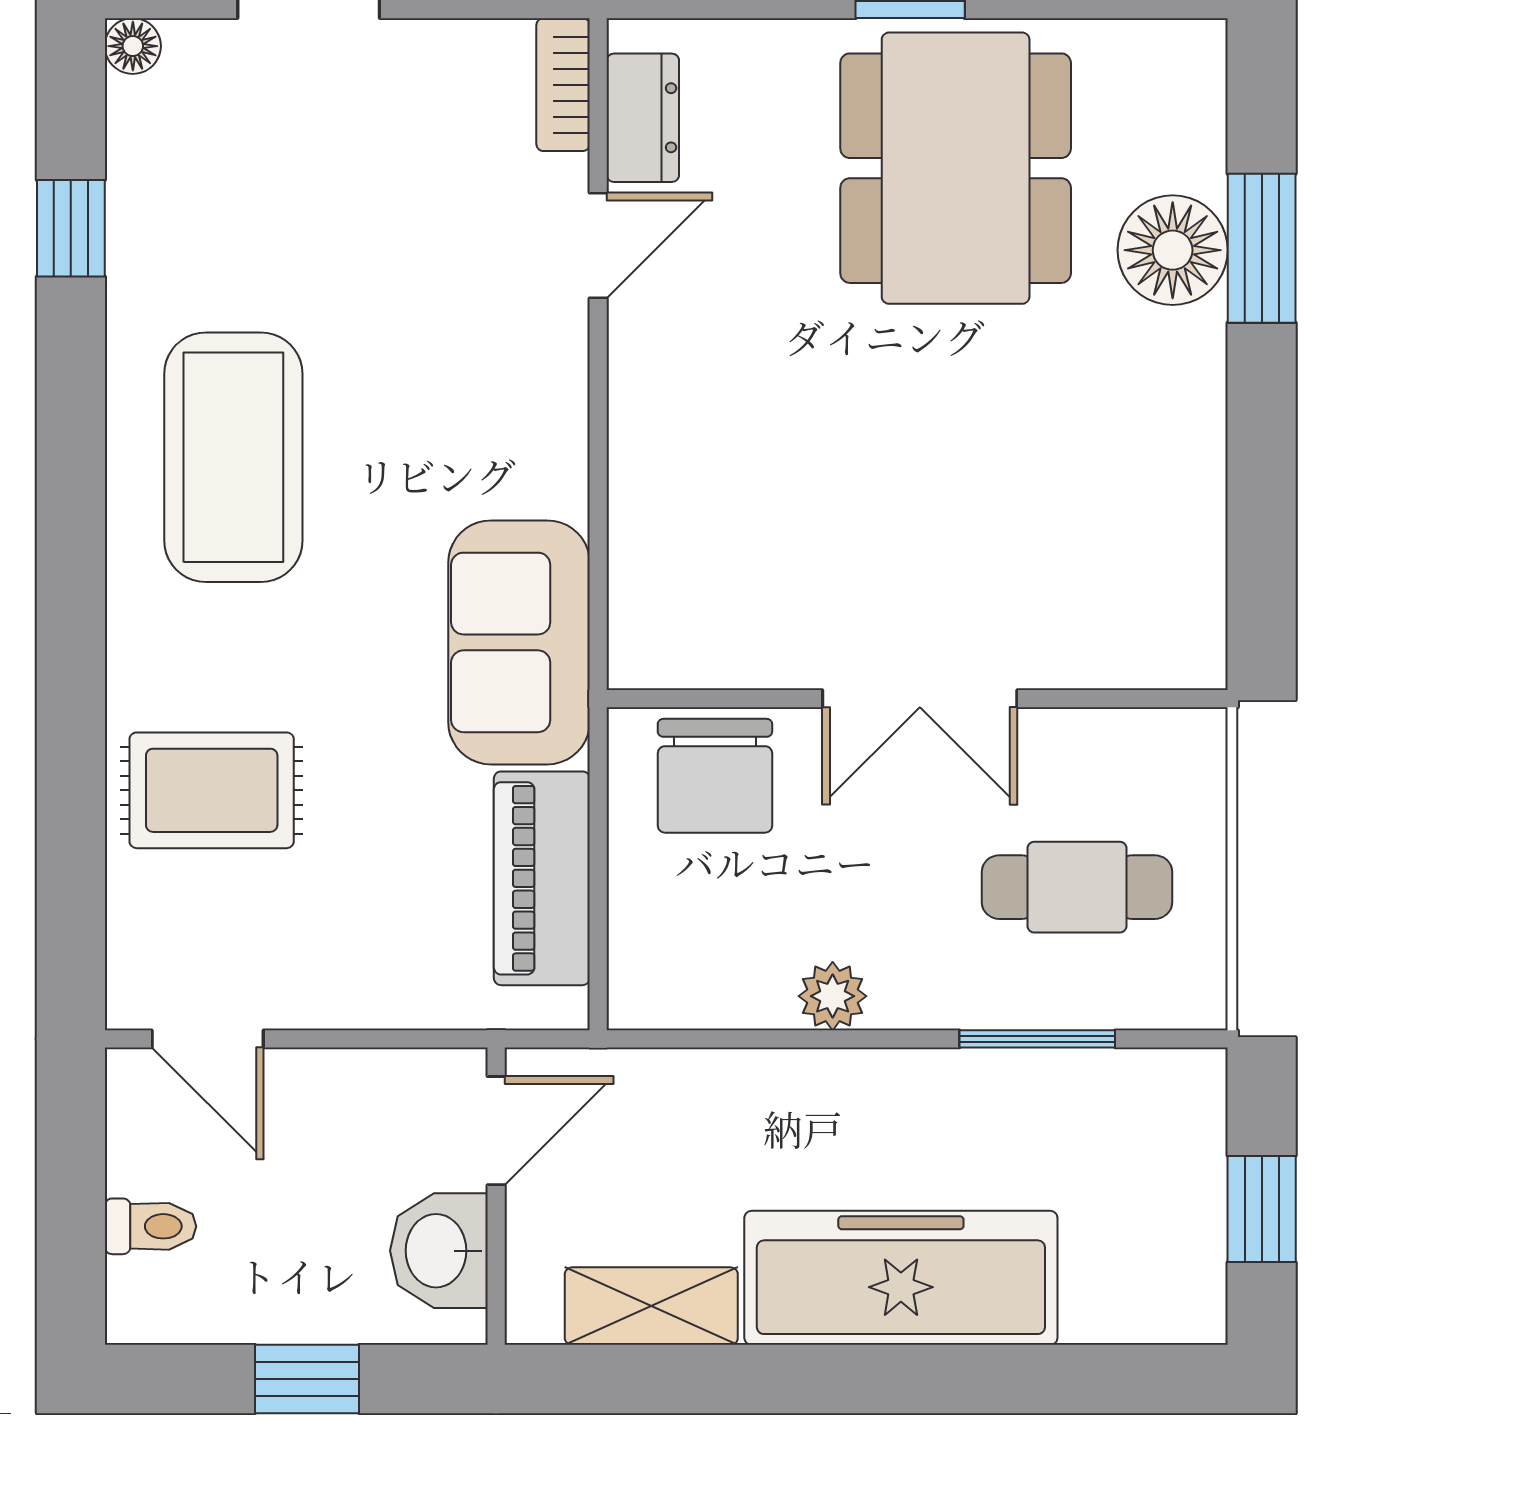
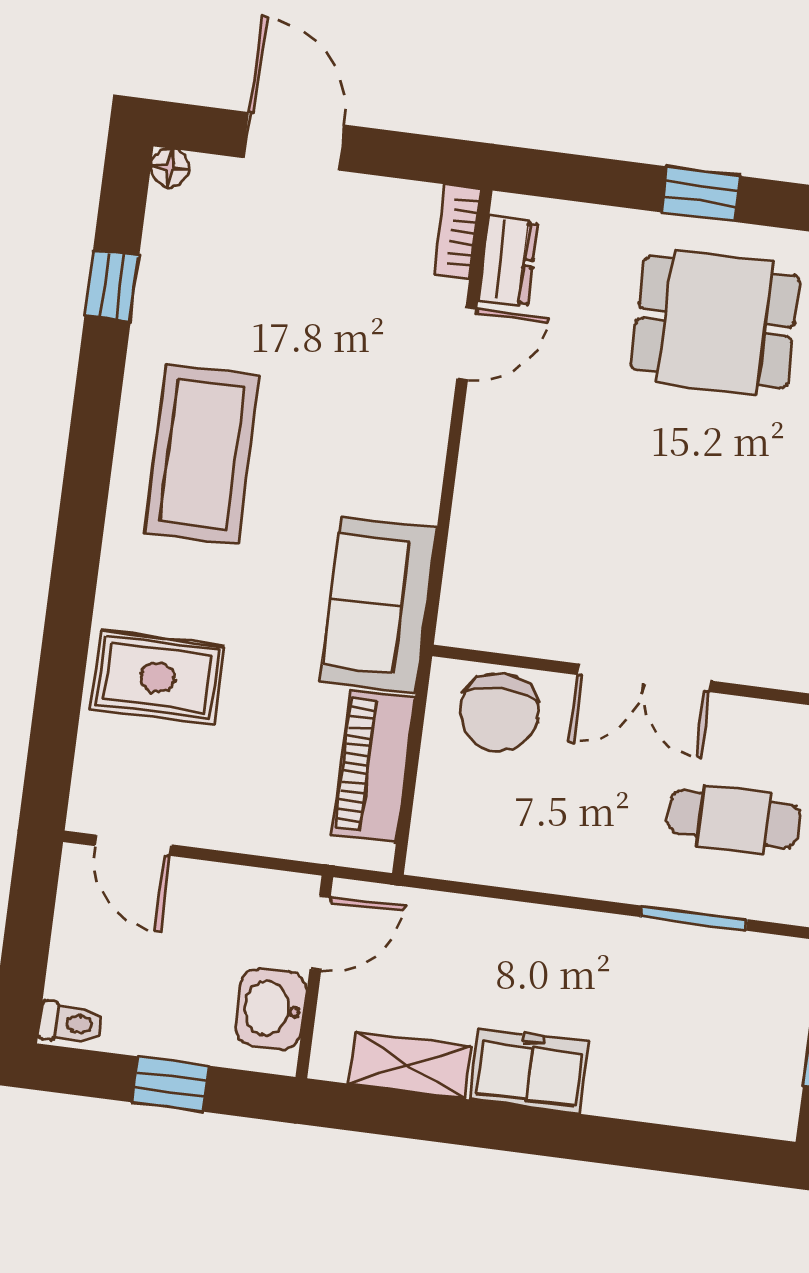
dining table: (956, 168) -> (715, 323), width x0.73
plant: (833, 996) -> (559, 871), removed
toilet: (150, 1226) -> (71, 1023), moved
freezer: (901, 1278) -> (529, 1071), width x0.52, depth x0.79

